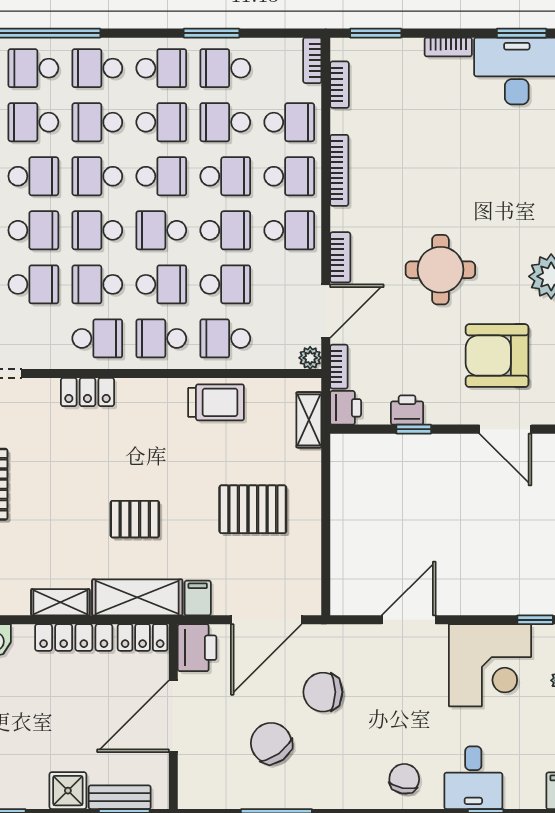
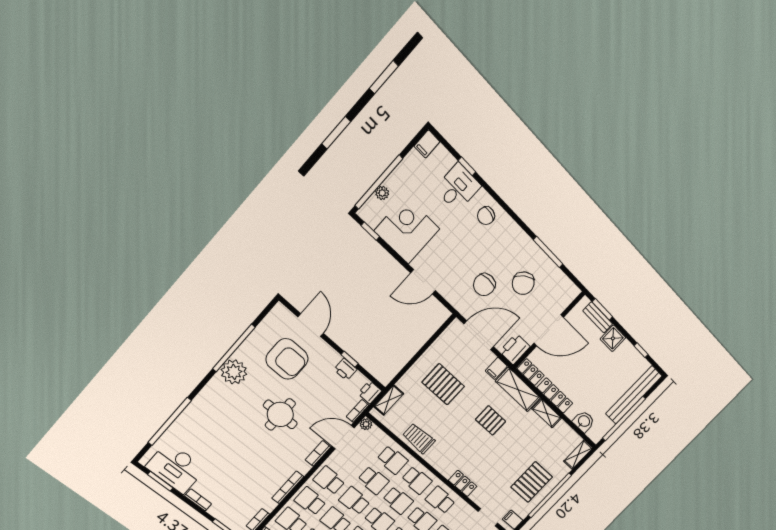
school desk: (161, 284) -> (398, 500), turned 180
school desk: (225, 284) -> (373, 480), turned 180
chair: (323, 692) -> (484, 285), turned 88

